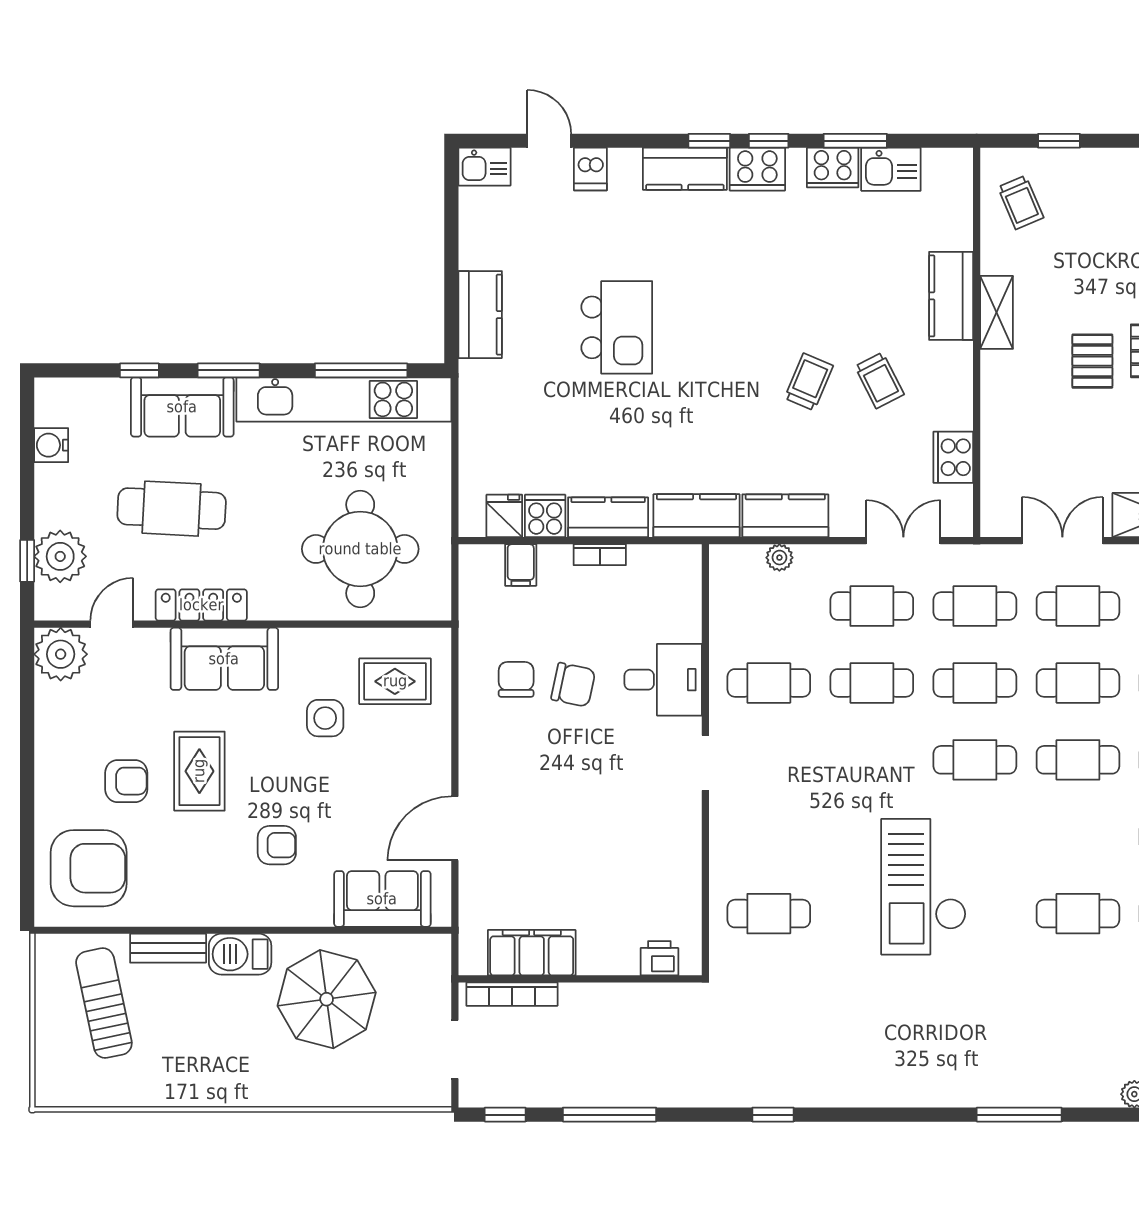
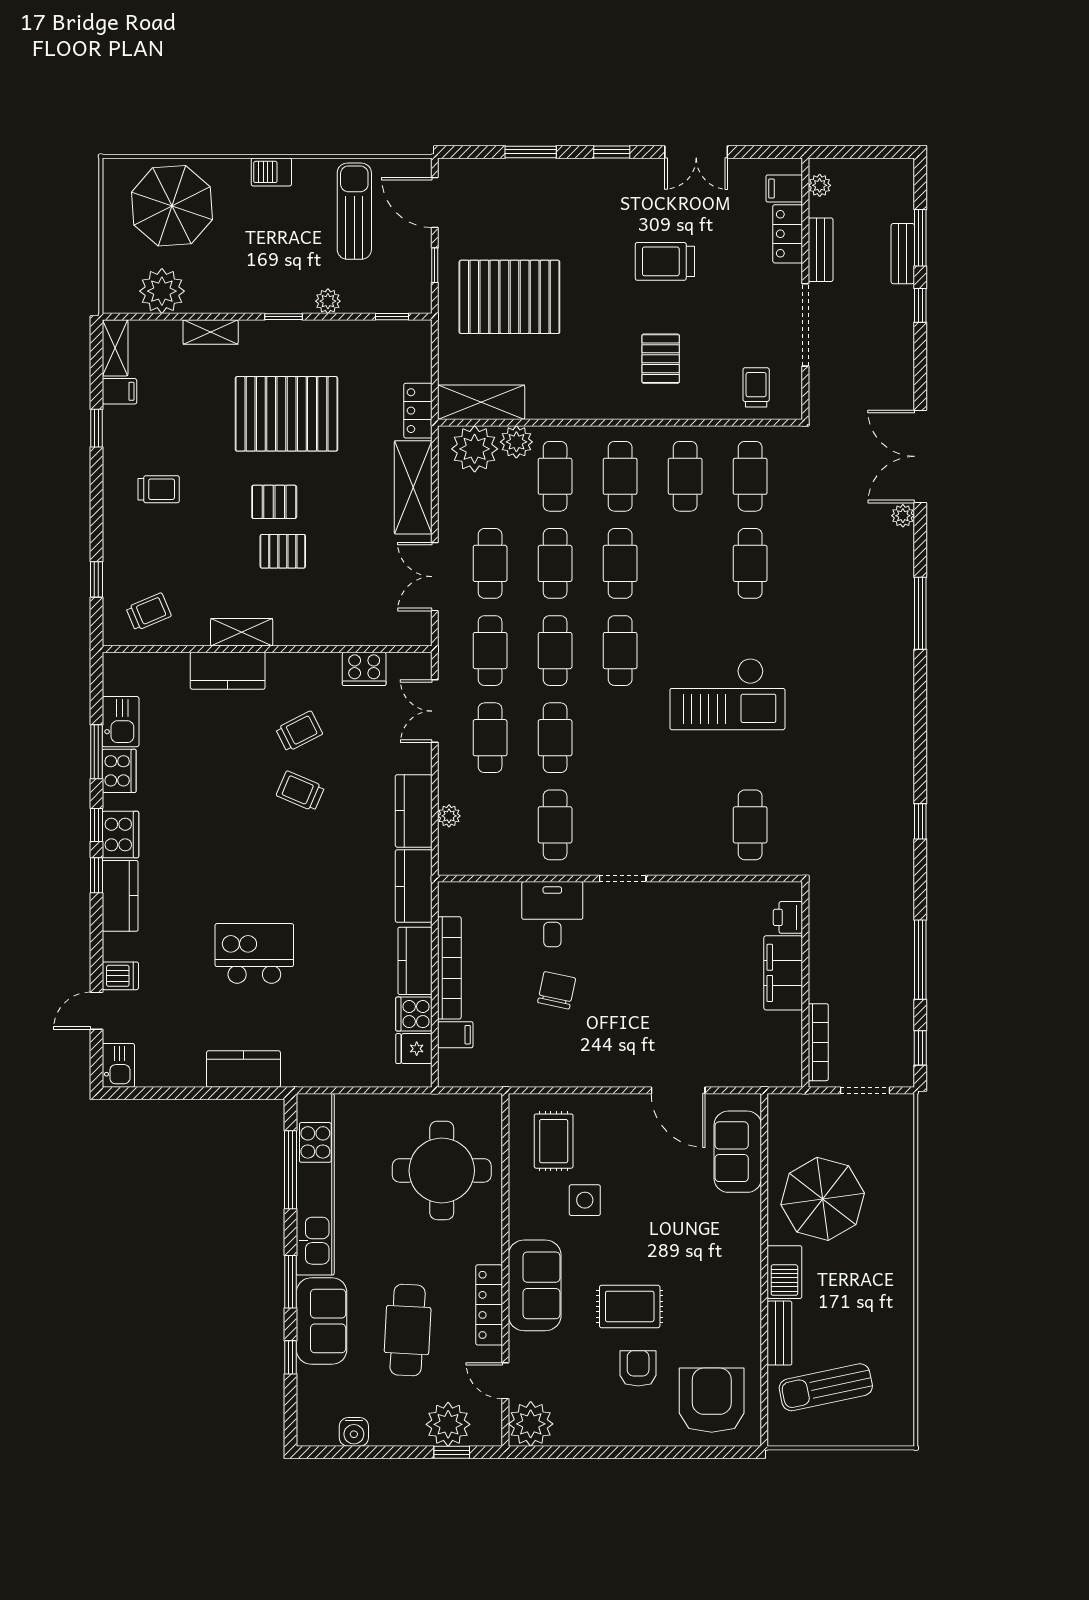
bookcase: (600, 555) -> (449, 968), width x2.31, depth x1.31
chair: (516, 679) -> (552, 1039), removed
armchair: (277, 845) -> (692, 1241), removed
filing cabinet: (532, 953) -> (783, 973), moved

